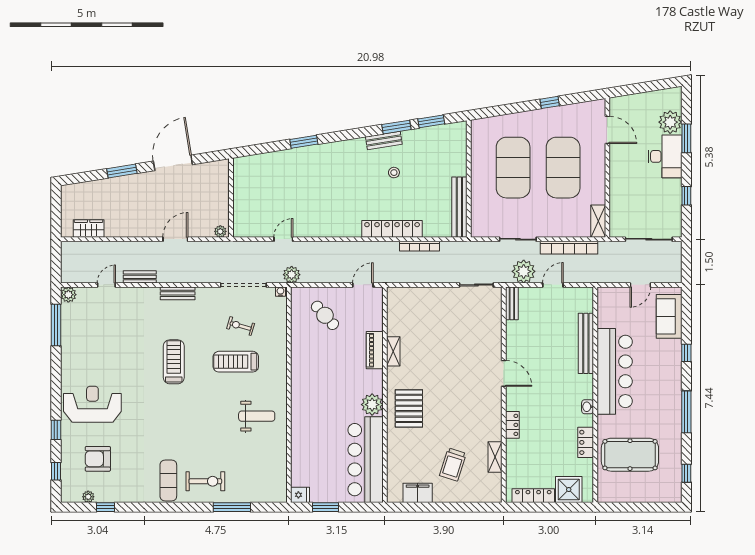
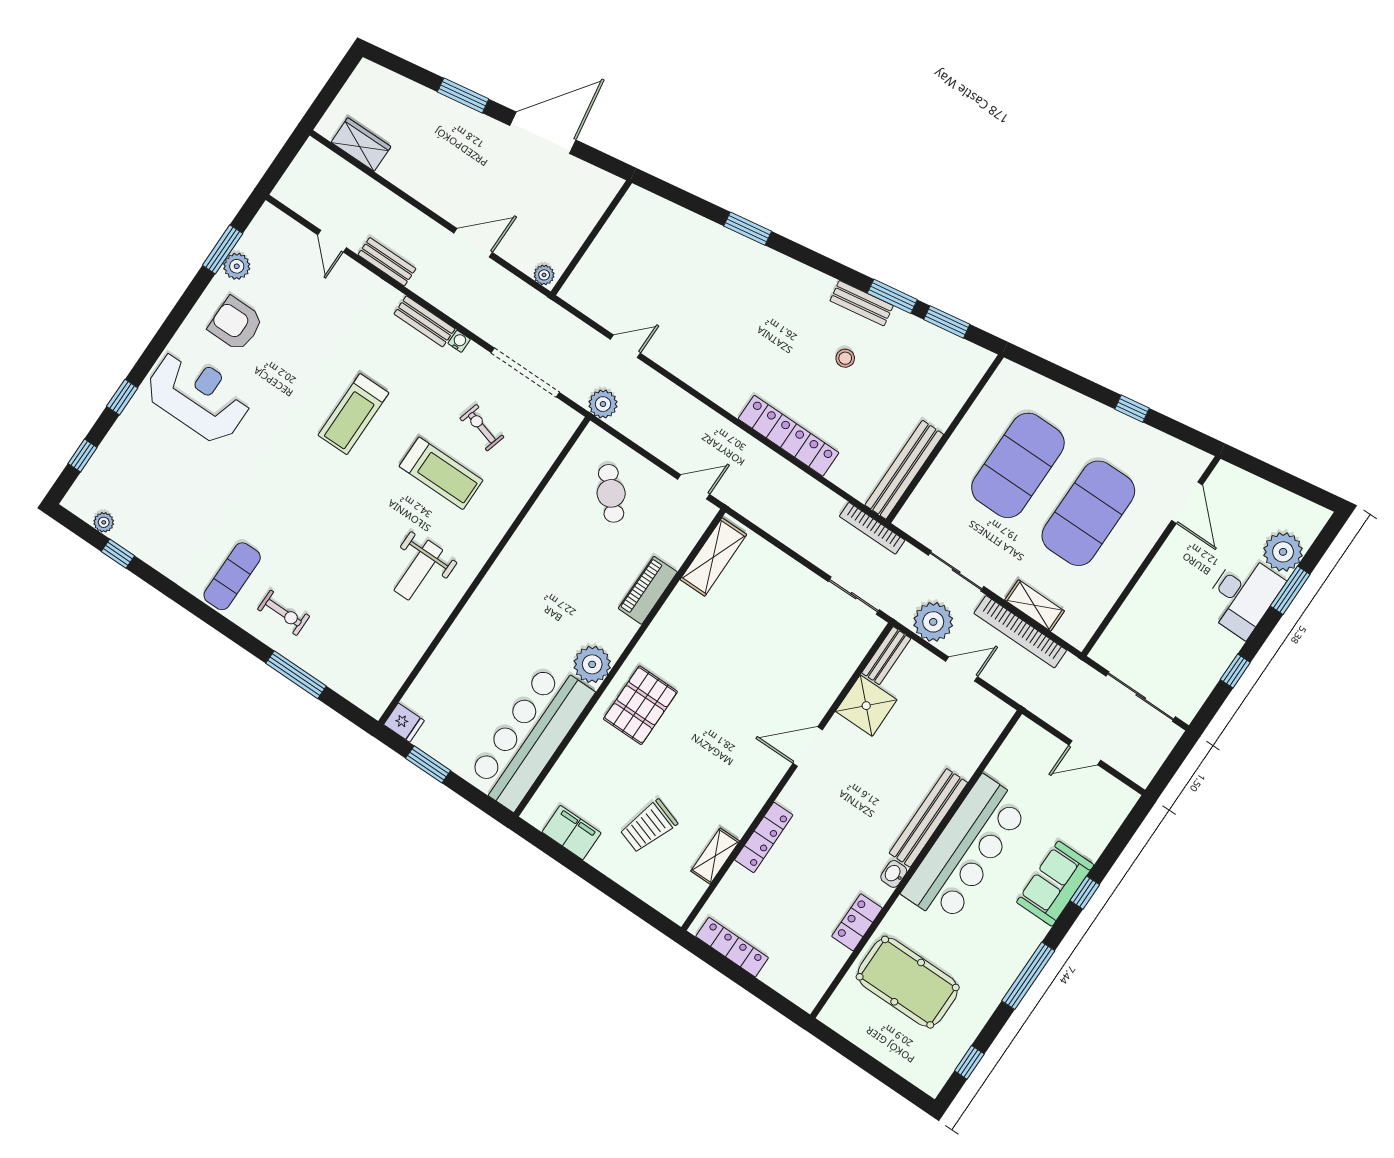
shelving: (598, 221) -> (1035, 605), moved, turned 90
bookcase: (420, 246) -> (872, 528), moved
door: (106, 285) -> (332, 241), swing flipped
water cooler: (280, 292) -> (459, 341), moved
plant: (68, 295) -> (237, 266), moved
sofa: (669, 316) -> (1055, 884), moved
window: (56, 325) -> (223, 249), width x0.69
bench: (586, 343) -> (928, 818), moved
shelving: (393, 351) -> (713, 557), moved, width x1.50, depth x1.33
treadmill: (174, 362) -> (353, 414), turned 180
treadmill: (236, 362) -> (441, 473), turned 180
door: (504, 373) -> (808, 747), swing flipped
weight bench: (257, 416) -> (418, 570), turned 90
locker: (512, 425) -> (764, 837), width x1.53
armchair: (98, 459) -> (236, 324), moved
exercise bike: (205, 481) -> (284, 613), width x0.73, depth x0.72
shower: (569, 490) -> (866, 706), moved

